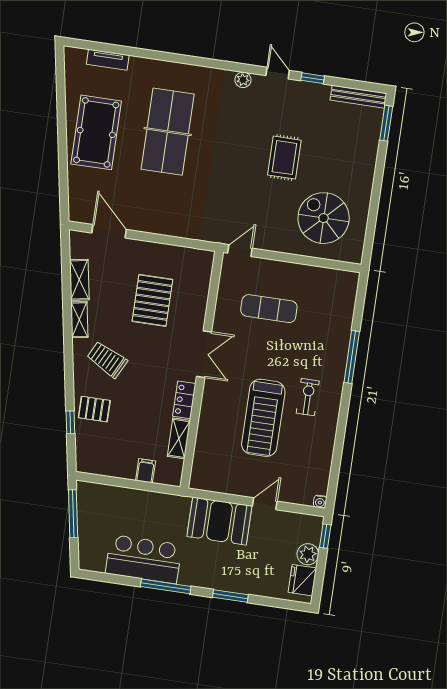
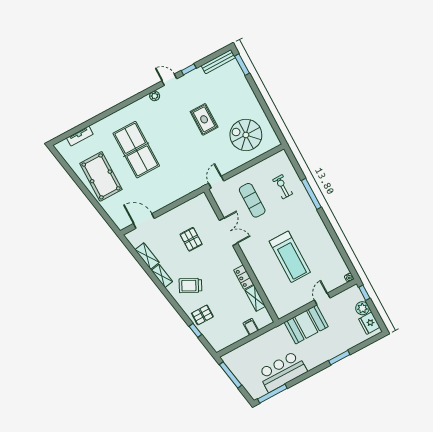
pallet: (152, 300) -> (191, 239), width x0.67, depth x0.71
exercise mat: (269, 309) -> (252, 200), turned 90
double door: (204, 354) -> (228, 232), moved
exercise bike: (308, 397) -> (283, 187), moved
window: (166, 586) -> (272, 394), moved

